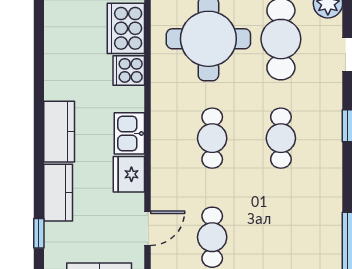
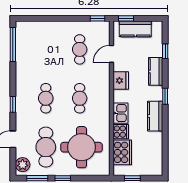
kitchen counter: (59, 132) -> (155, 116), moved
kitchen sink: (129, 133) -> (120, 113), moved
window: (39, 142) -> (165, 96), added

